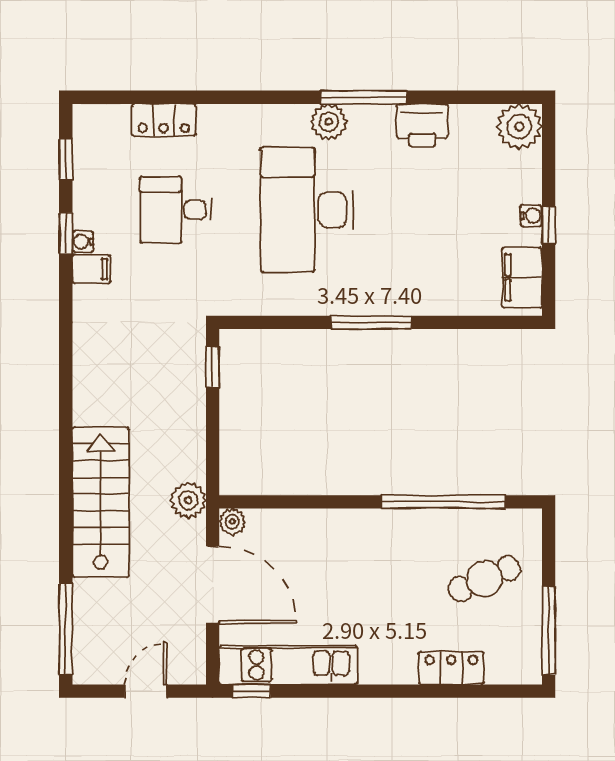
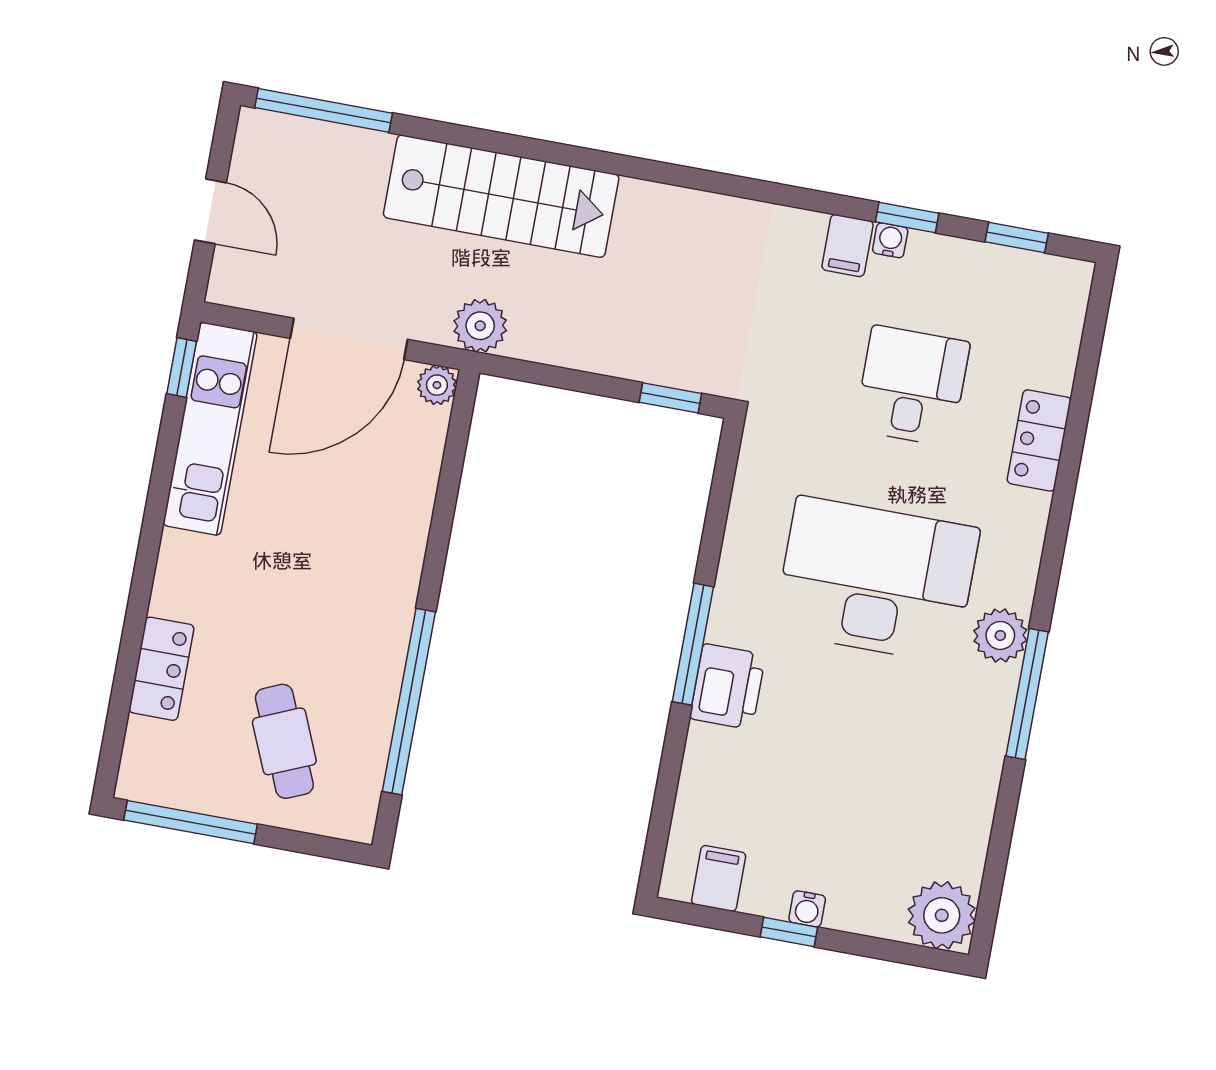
locker: (164, 120) -> (1039, 440), moved
printer: (422, 125) -> (728, 687), moved, turned 180
filing cabinet: (522, 277) -> (719, 878), width x0.50

